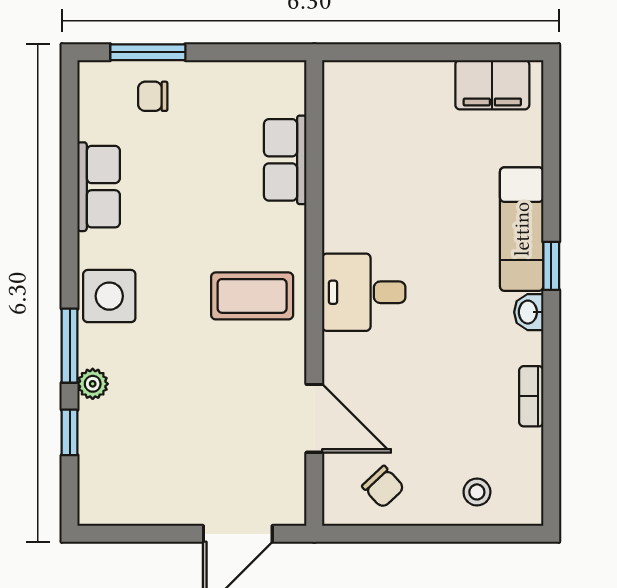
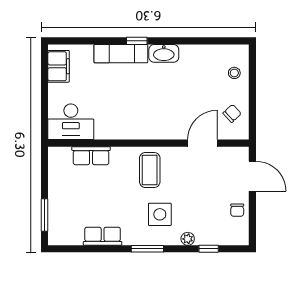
chair: (153, 96) -> (237, 210), moved
desk: (364, 292) -> (71, 122), moved, width x1.37
side table: (109, 296) -> (160, 214), moved
washbasin: (529, 312) -> (164, 53), width x1.91, depth x1.45
window: (70, 346) -> (147, 249), moved
bookcase: (531, 396) -> (193, 50), removed

